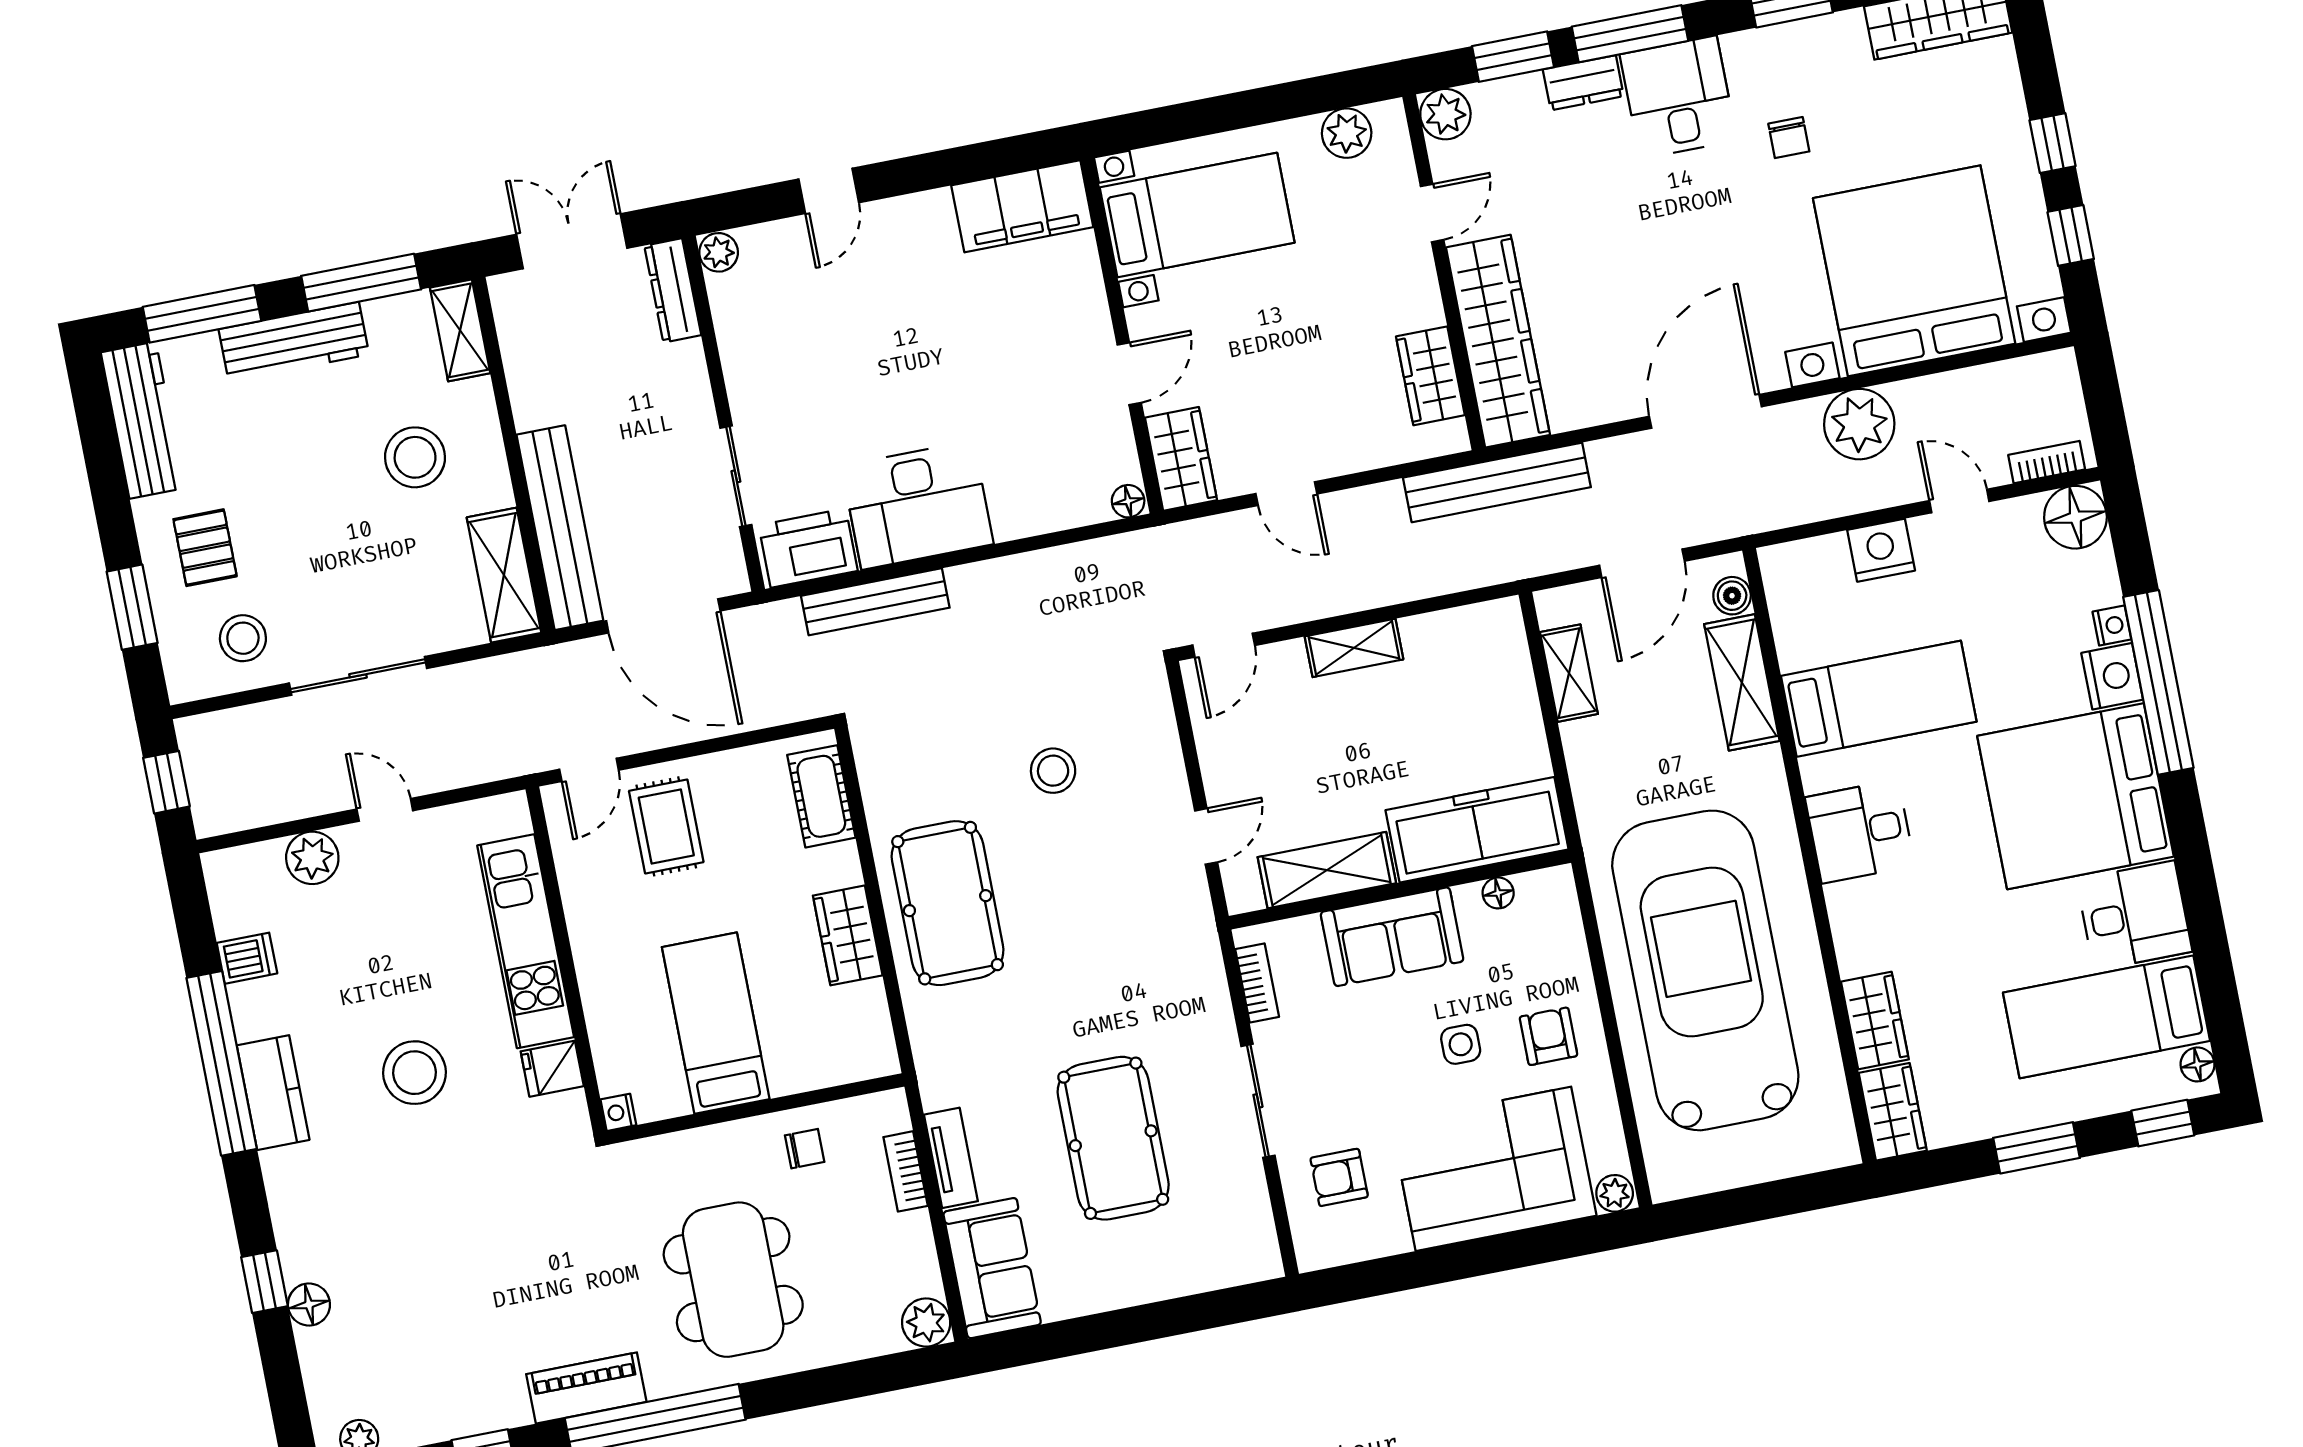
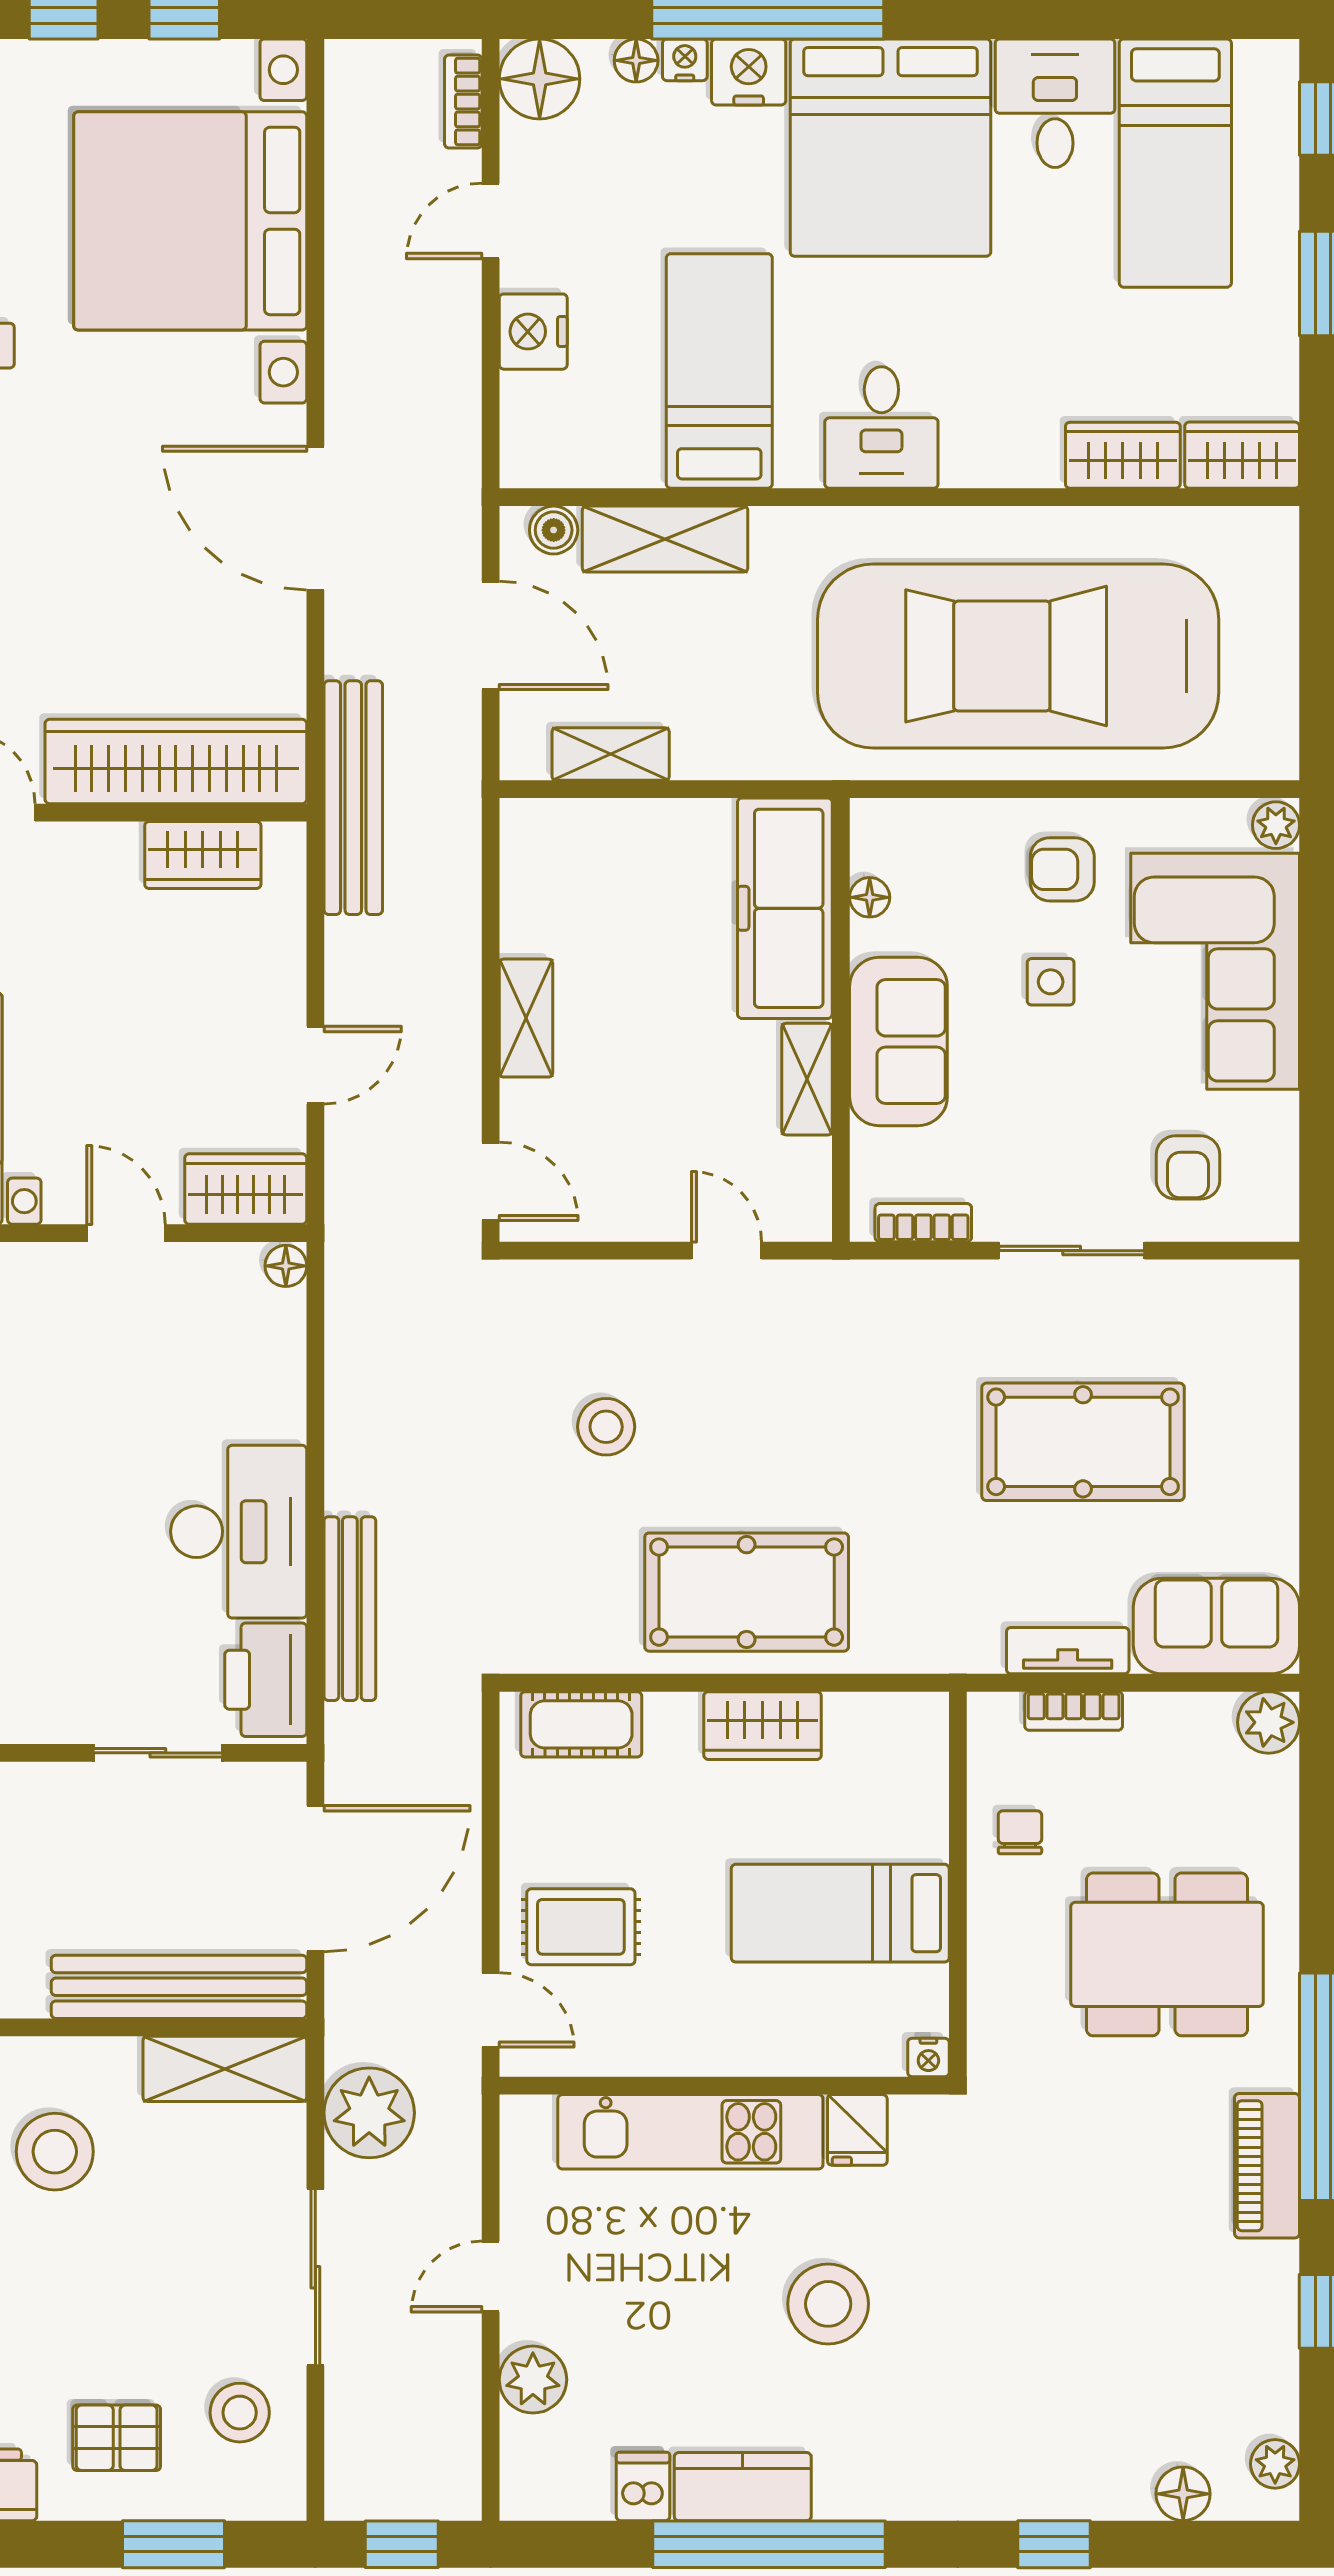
plant: (1859, 424) -> (369, 2113), moved
shelving: (1327, 870) -> (807, 1079), width x0.67, depth x0.75
floor lamp: (2197, 1064) -> (636, 60), moved
kitchen counter: (273, 1093) -> (743, 2487), moved
floor lamp: (309, 1305) -> (1183, 2494), moved

